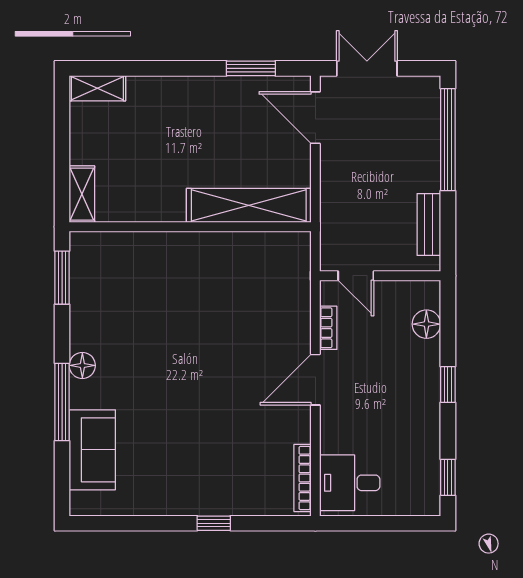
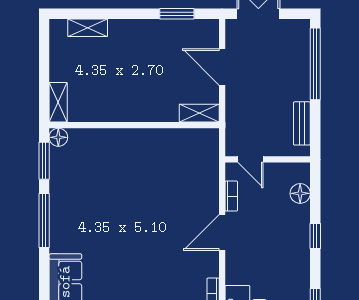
shelving: (97, 88) -> (88, 28), moved
door: (315, 118) -> (222, 67), moved
shelving: (249, 205) -> (199, 113), width x0.45, depth x0.75
floor lamp: (82, 365) -> (58, 137), moved
window: (62, 402) -> (44, 220), moved

